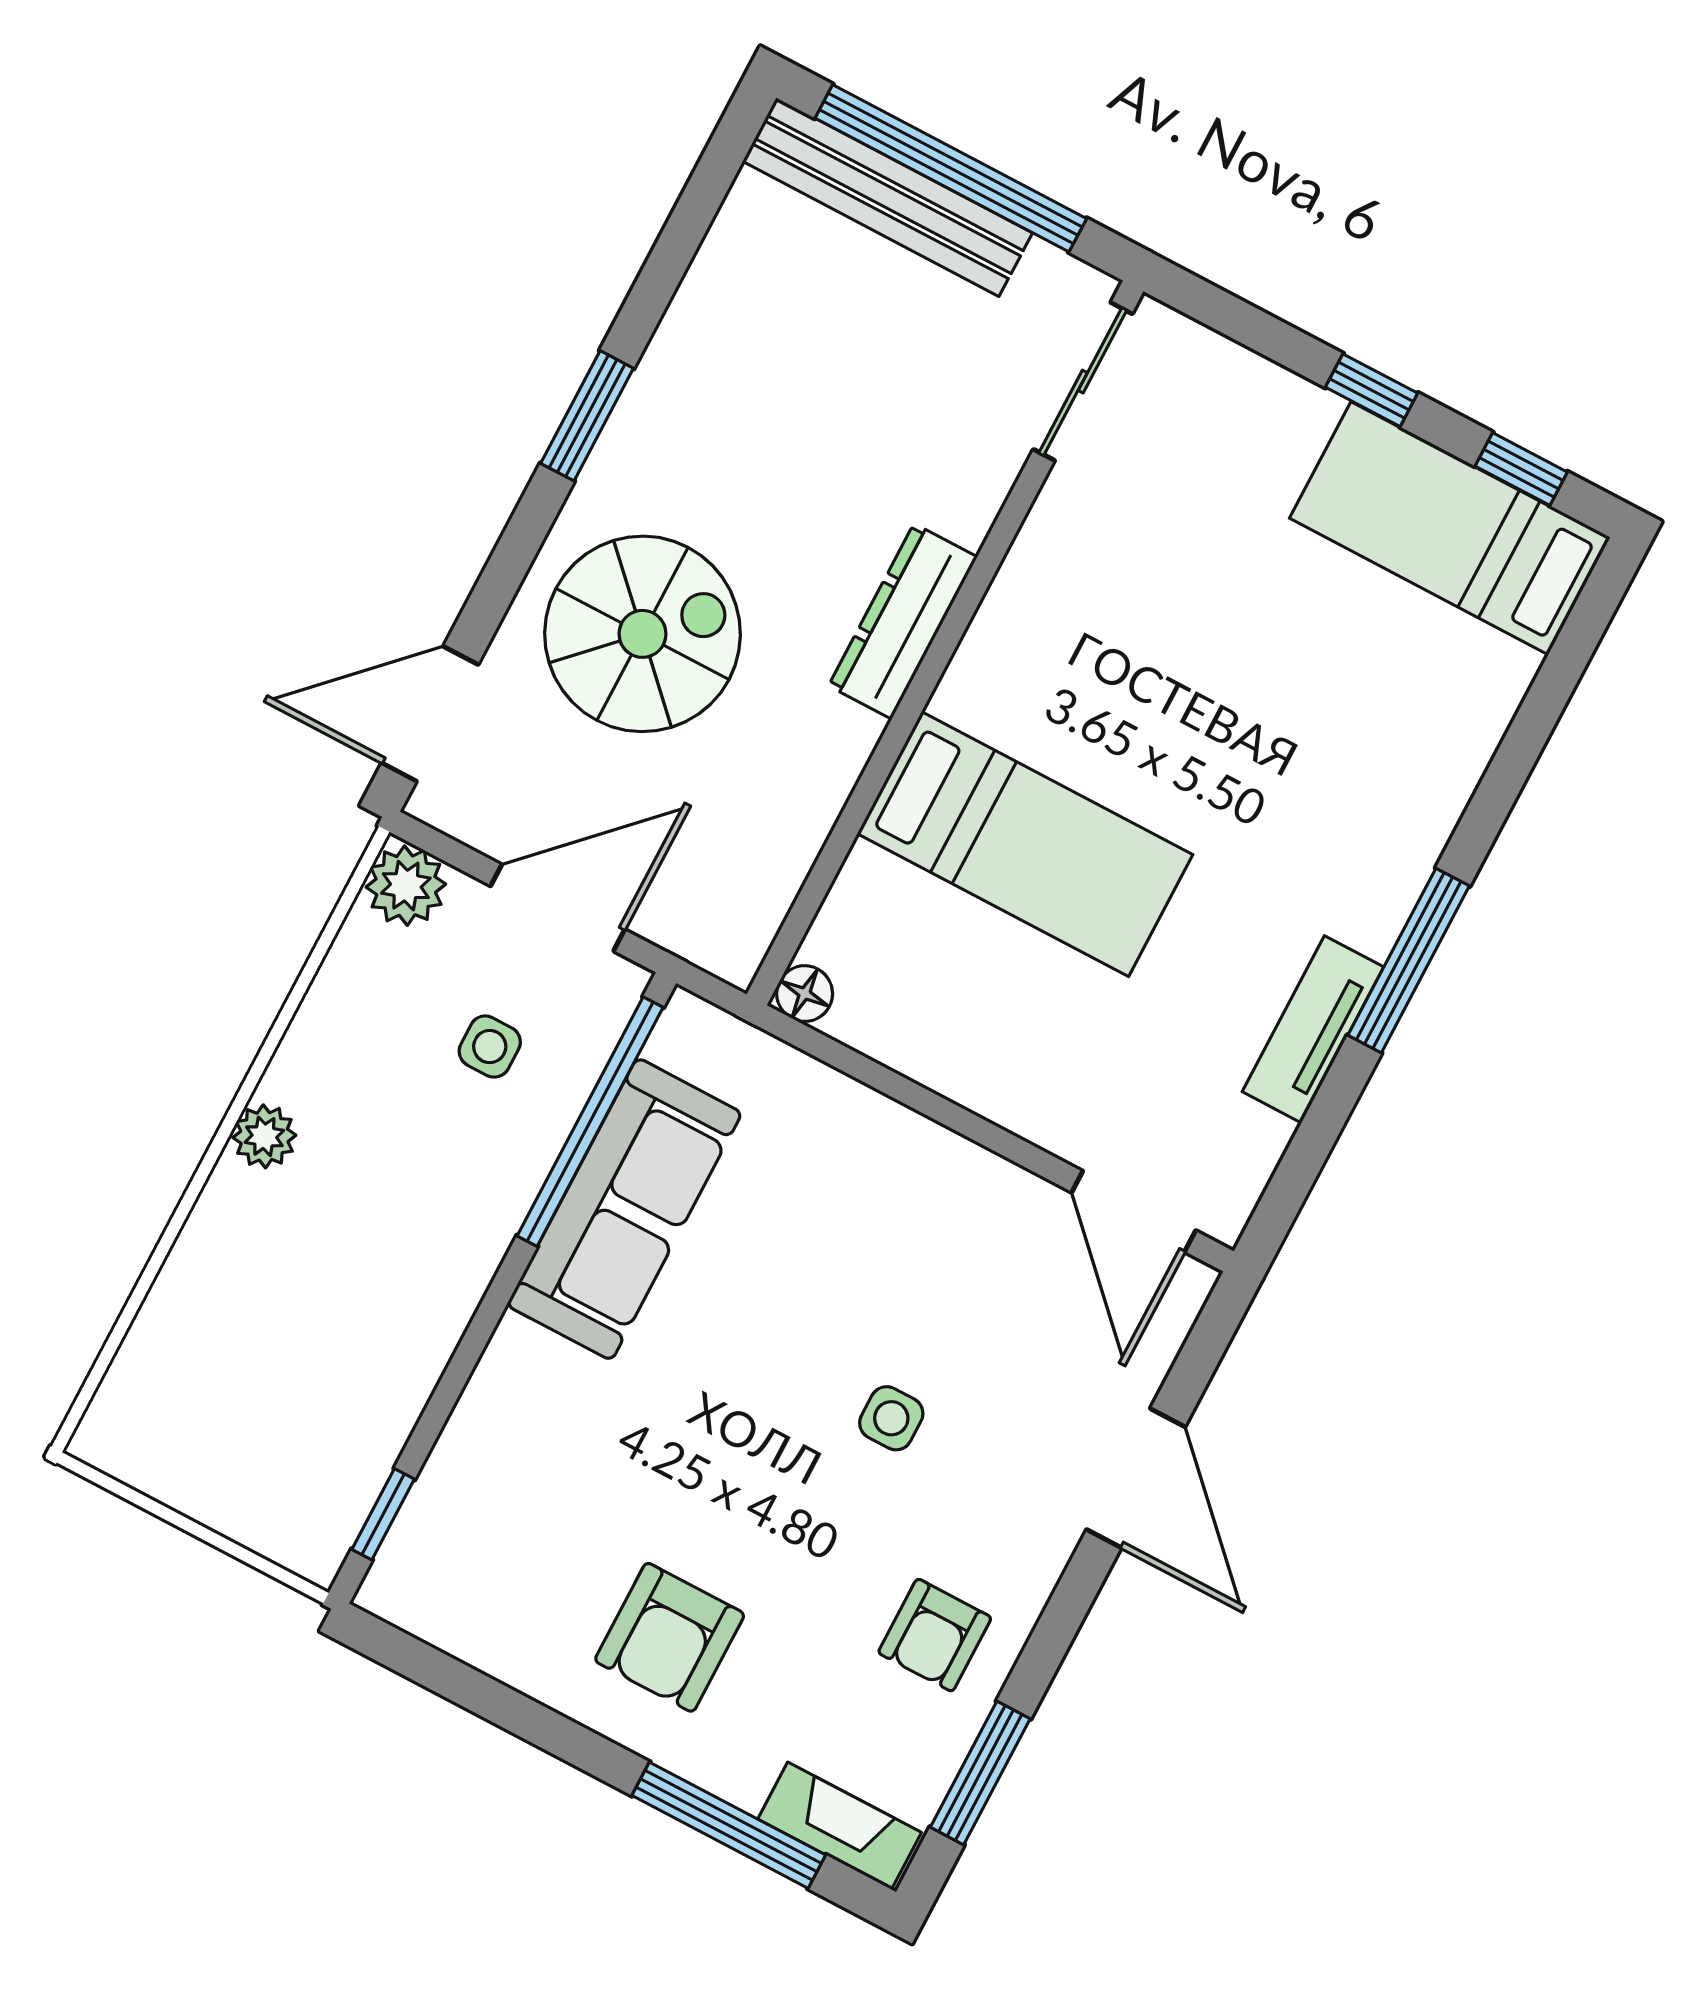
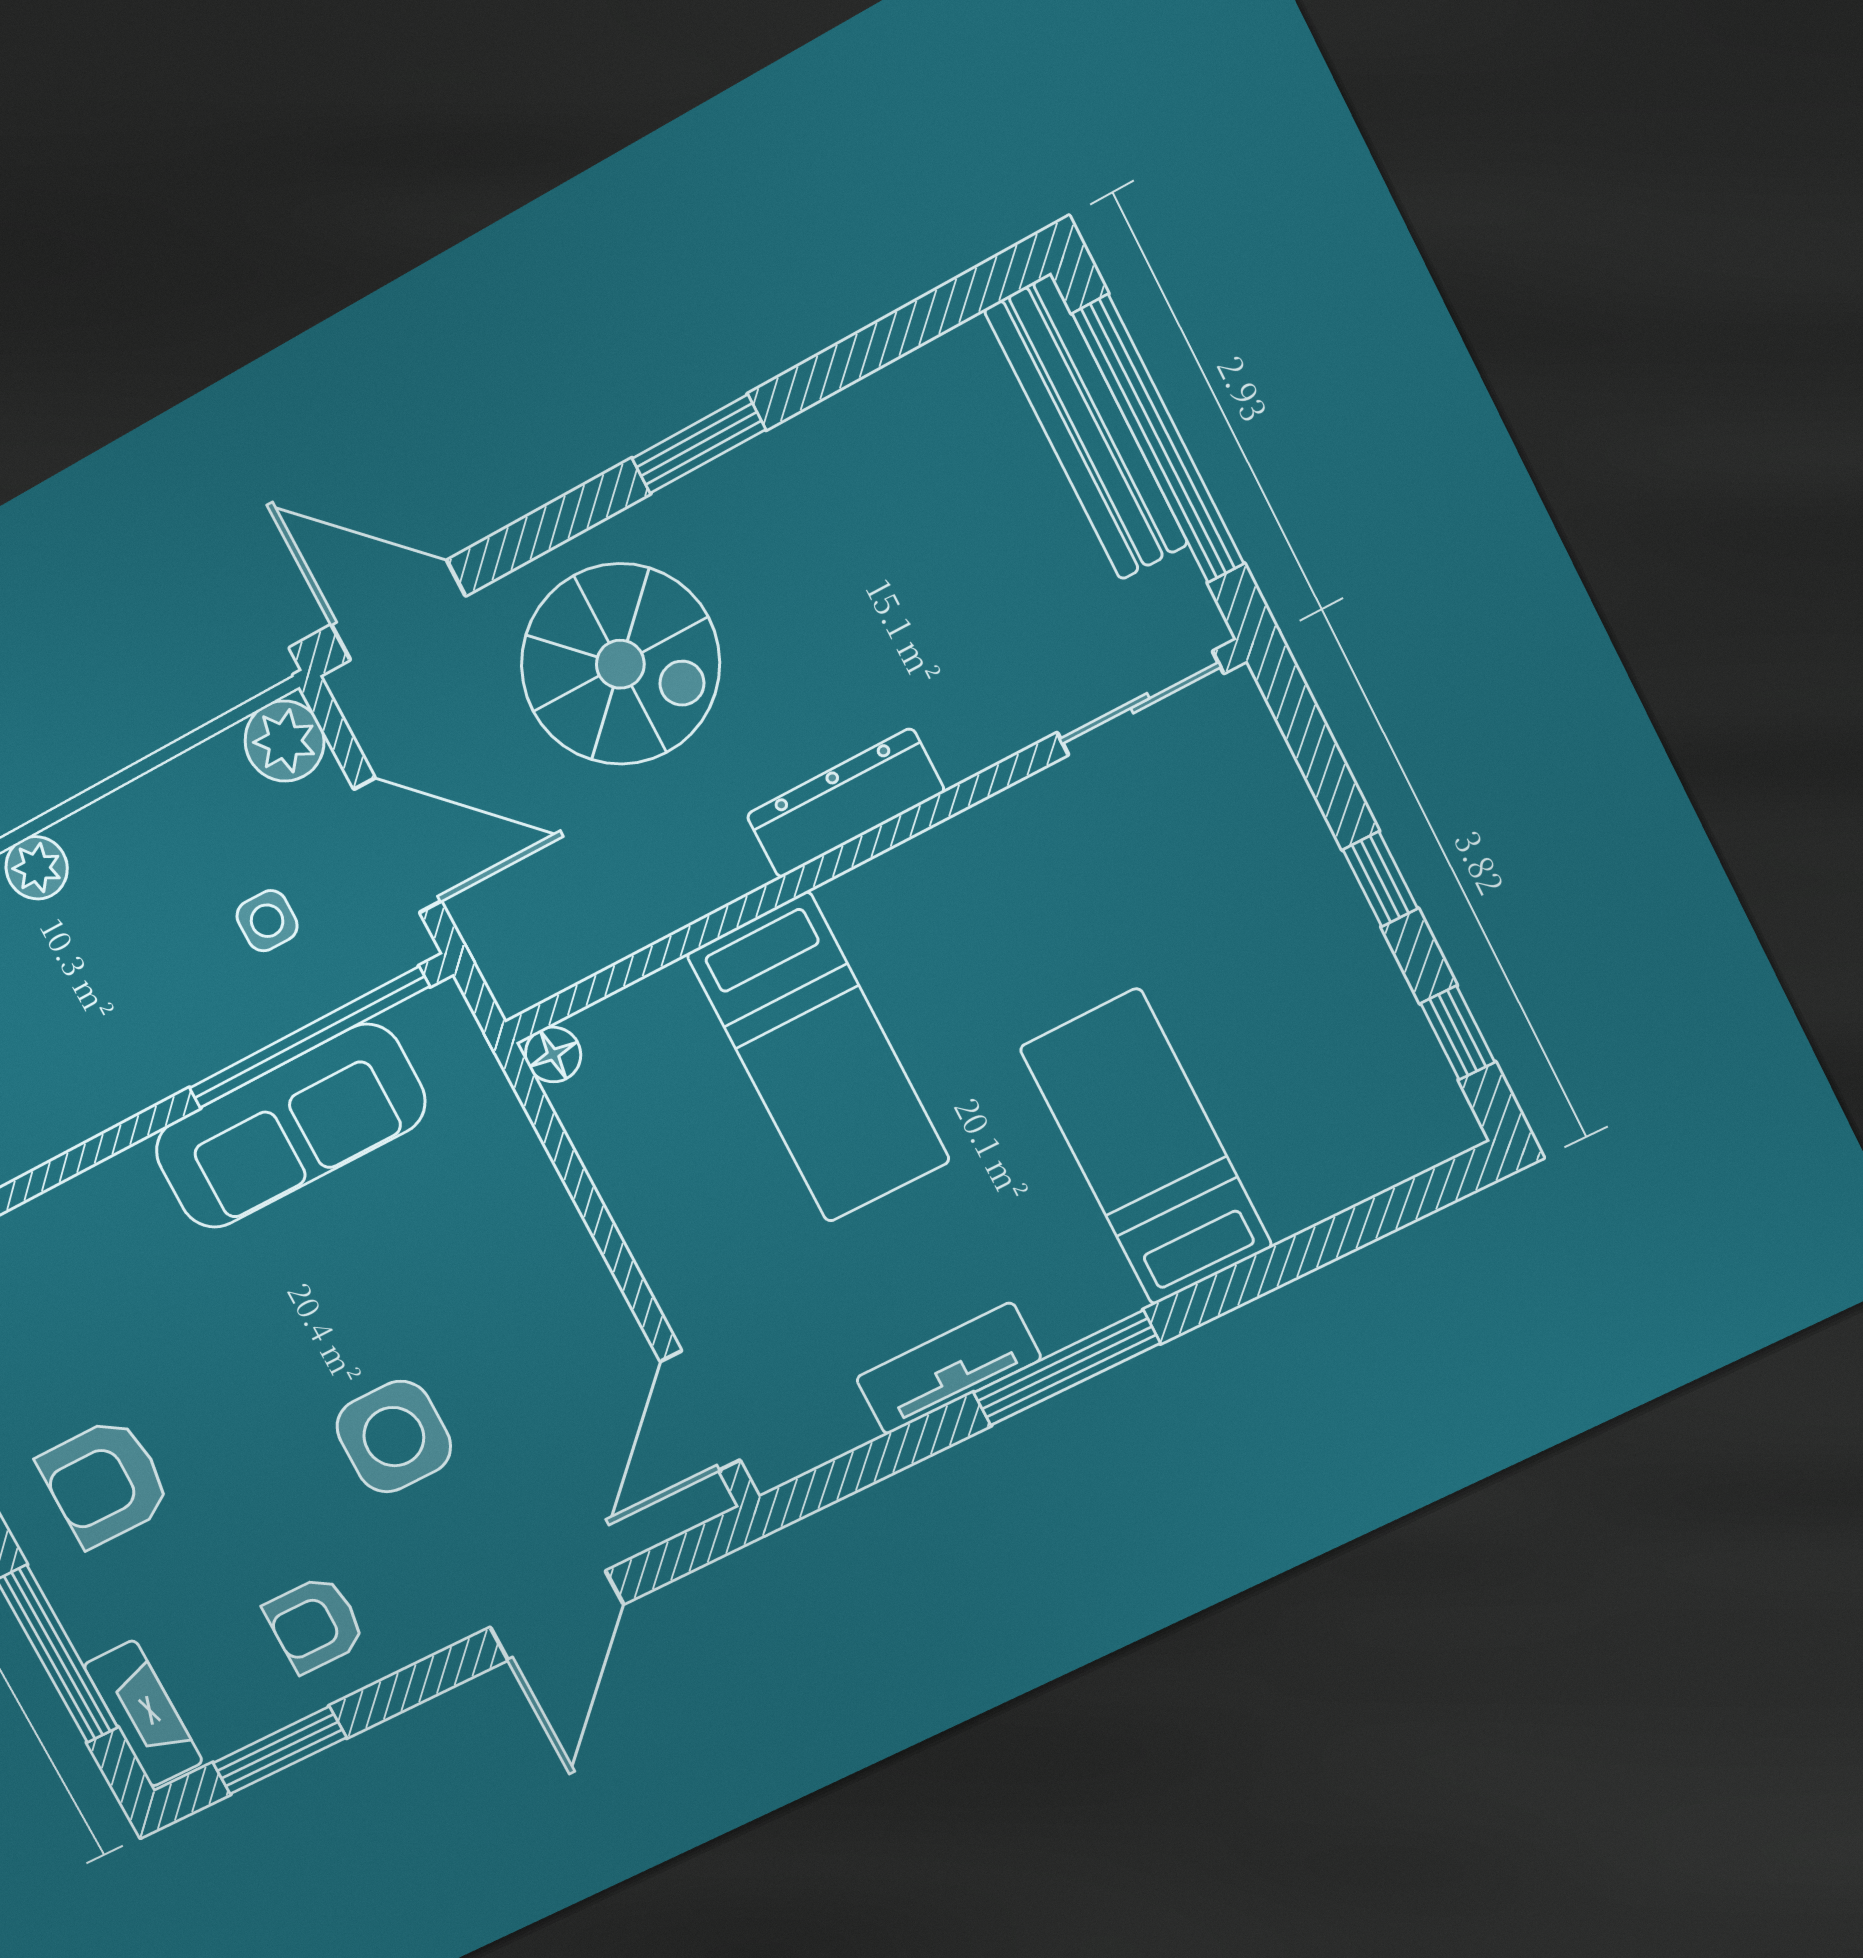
bed: (1450, 528) -> (1146, 1147), moved
side table: (891, 1418) -> (394, 1437), width x1.87, depth x1.87

